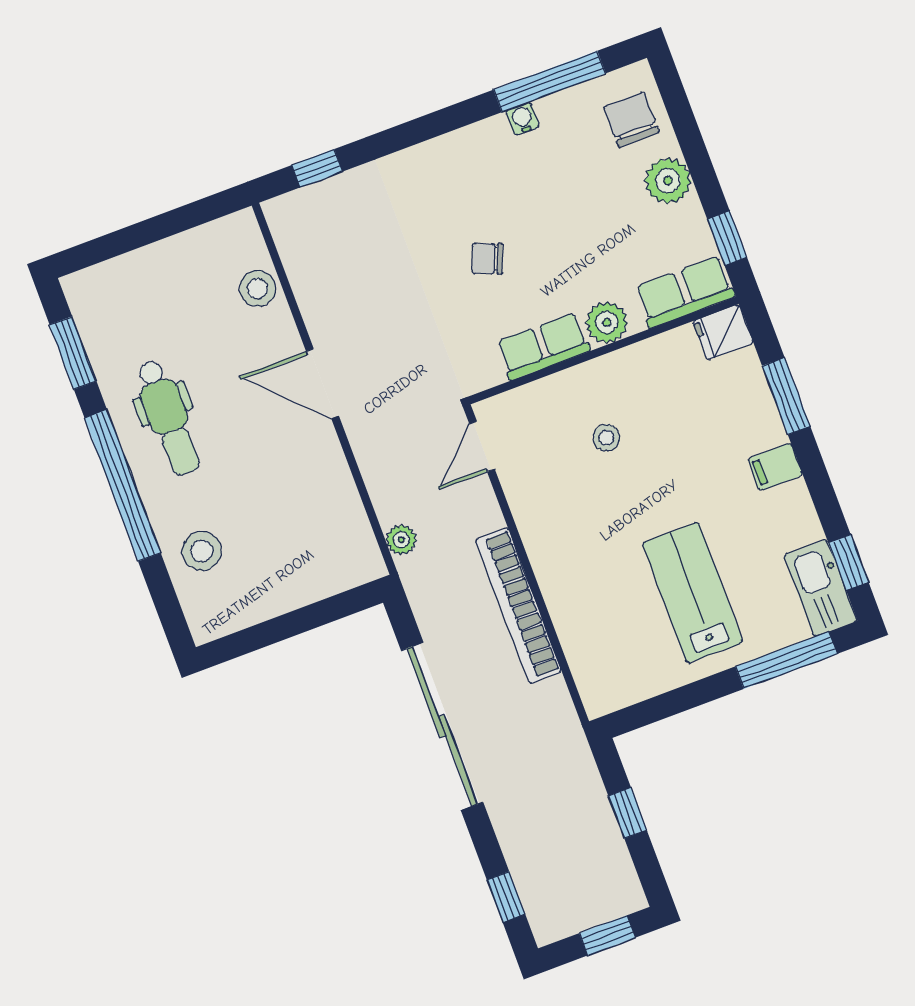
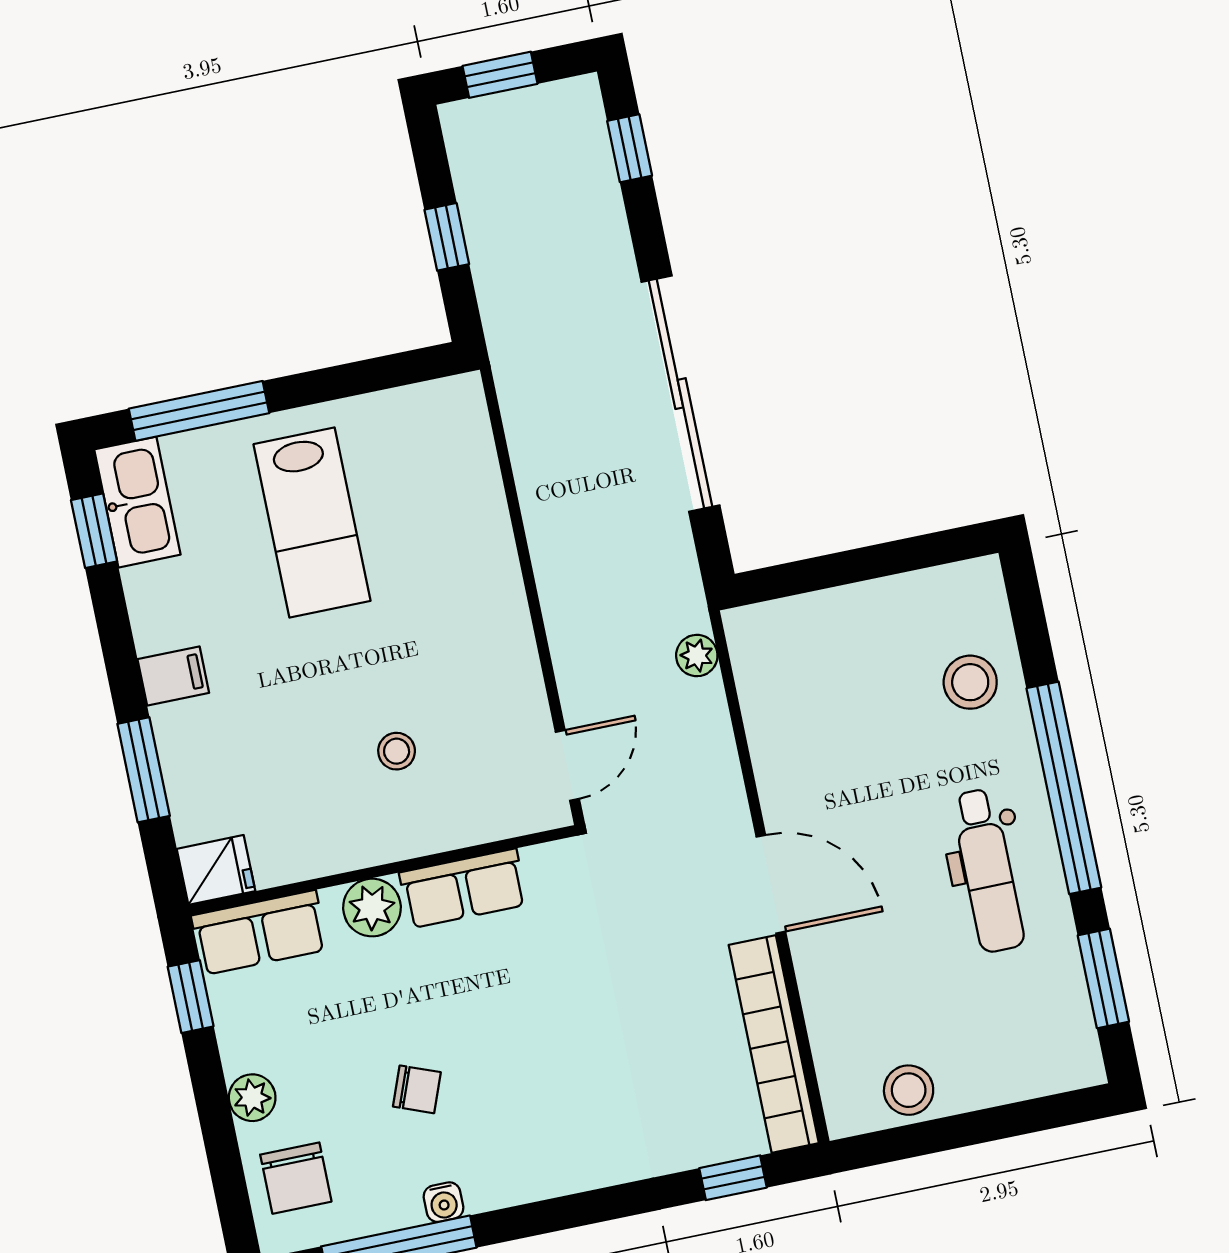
plant: (668, 181) -> (252, 1098), width x0.73, depth x0.73
chair: (487, 259) -> (417, 1089), moved
stool: (258, 289) -> (909, 1090), moved
dental chair: (168, 418) -> (988, 870), turned 180
bookcase: (518, 605) -> (774, 1044), moved, turned 180

